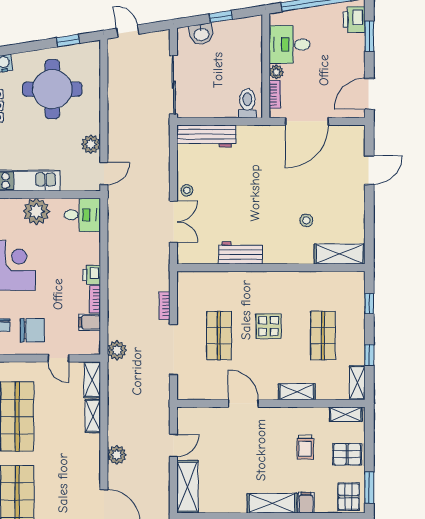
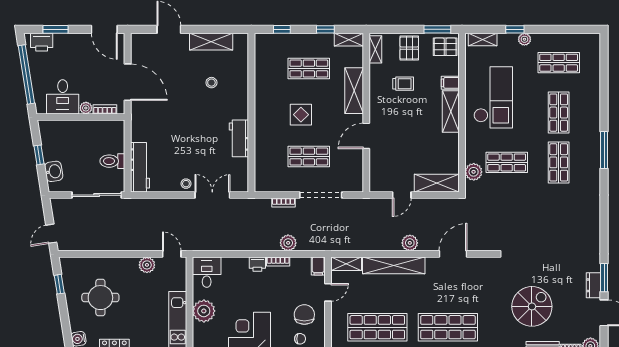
round table: (52, 89) -> (100, 298), width x0.73, depth x0.73
toilet: (247, 103) -> (112, 161), moved
shelving: (340, 254) -> (211, 42), moved, turned 90
filing cabinet: (90, 322) -> (318, 266), moved
plant: (117, 350) -> (288, 243), moved
shelving: (297, 392) -> (354, 91), width x1.50, depth x1.33
shelving: (93, 416) -> (394, 265), width x2.20, depth x1.33
door: (173, 445) -> (402, 195), swing flipped

